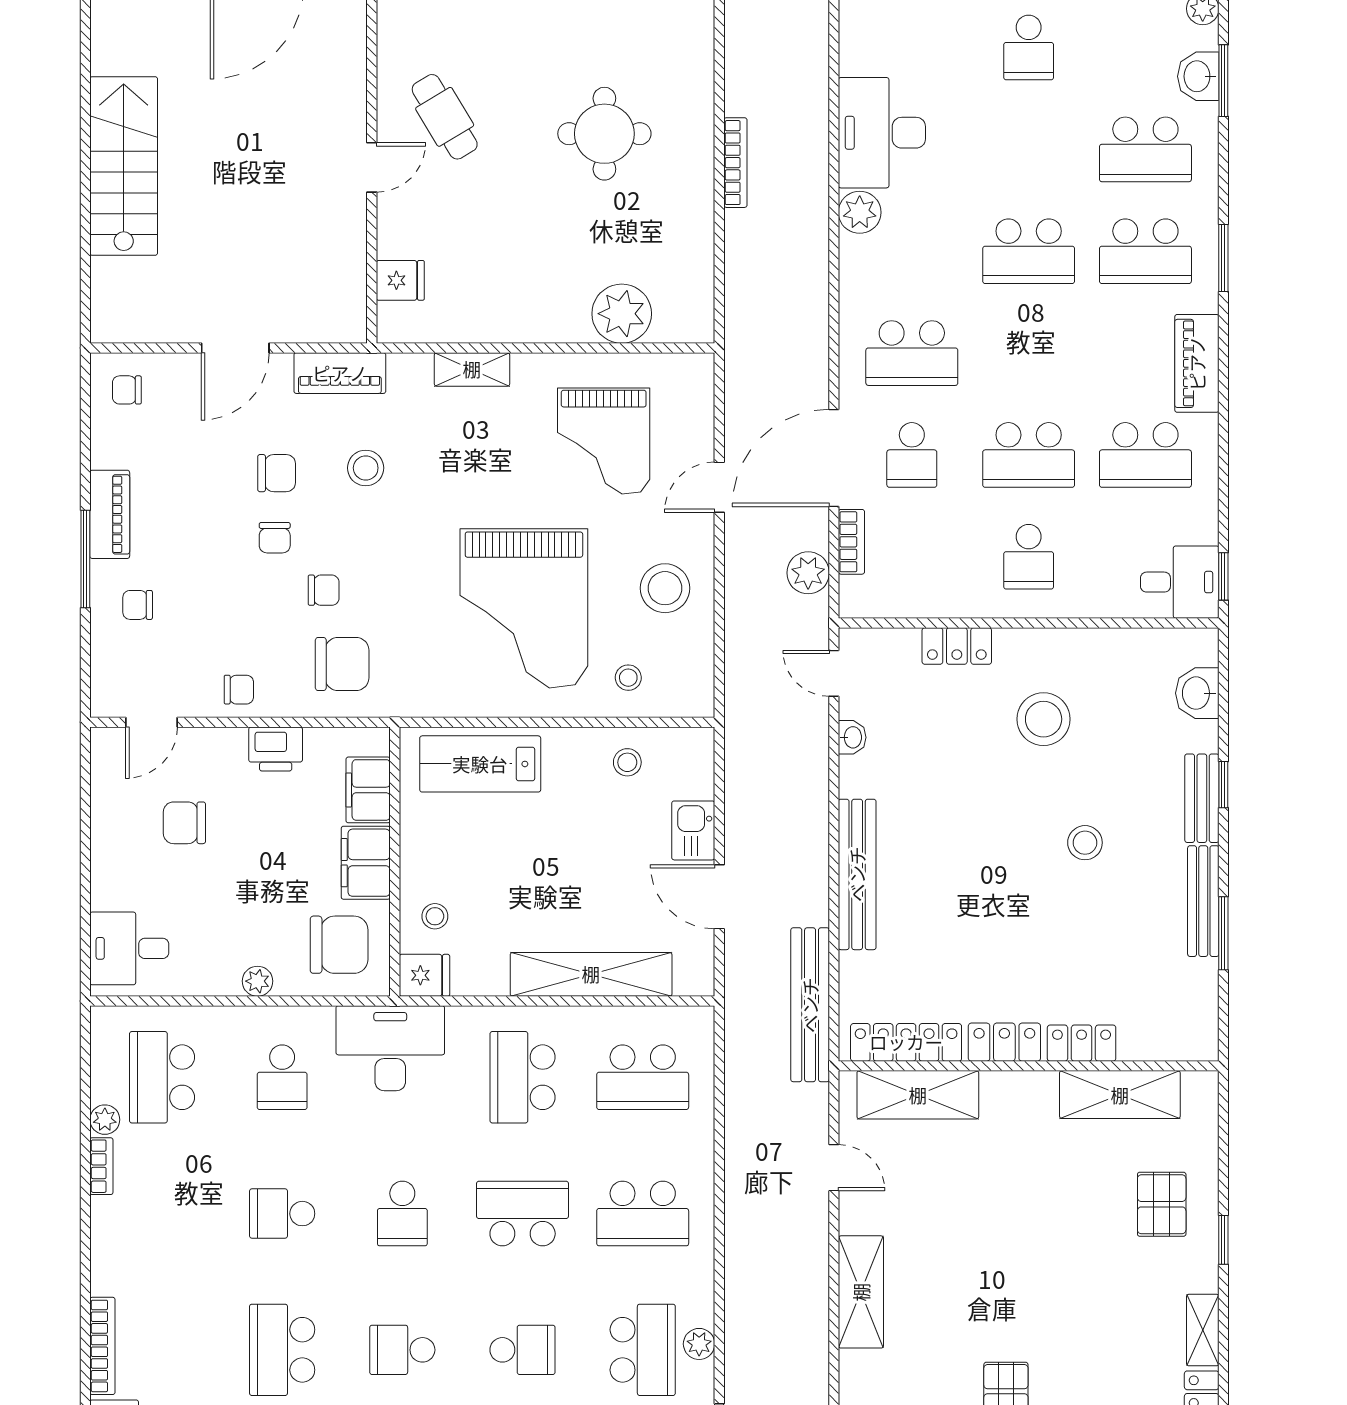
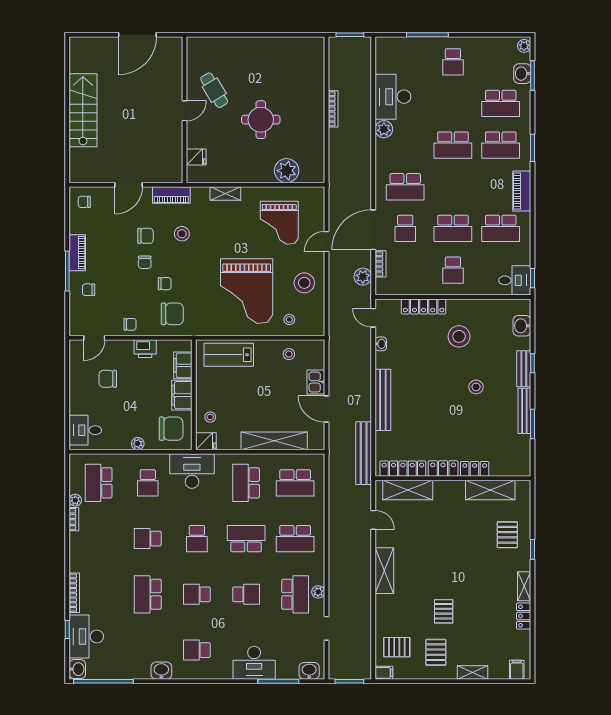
round table: (604, 134) -> (261, 120), moved
locker: (957, 646) -> (424, 307), width x1.53

